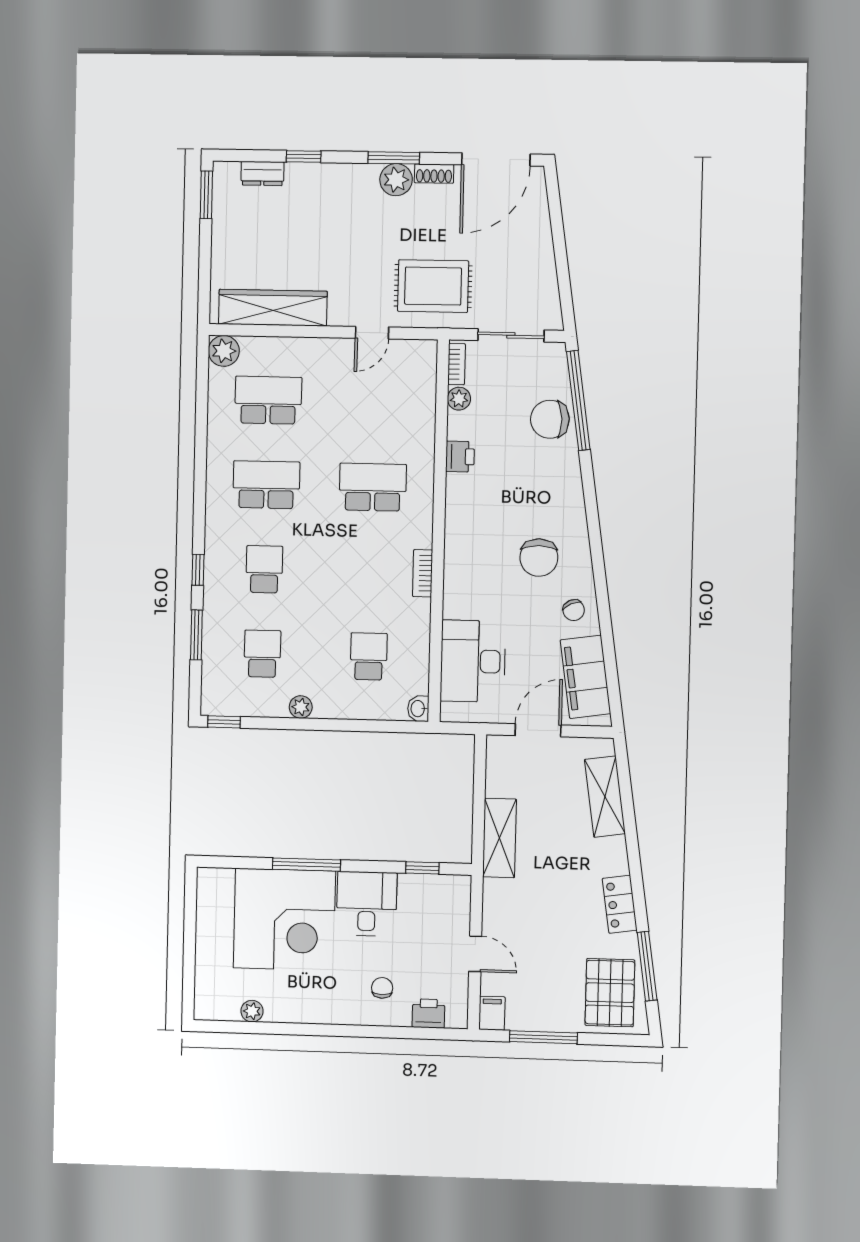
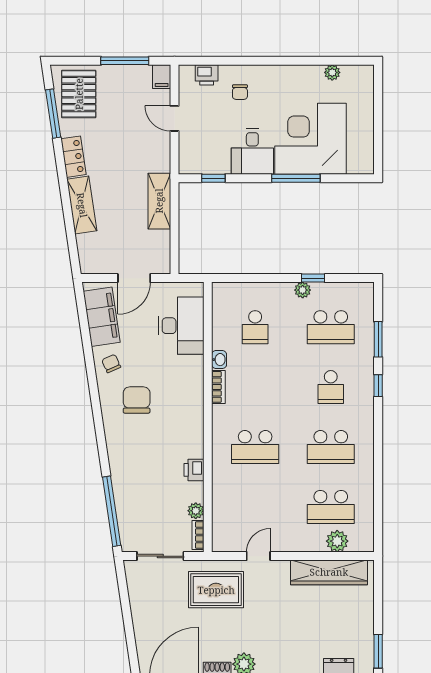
plant: (224, 351) -> (337, 541), moved
chair: (550, 419) -> (131, 498), removed
school desk: (262, 654) -> (331, 327), width x1.85
washbasin: (418, 709) -> (219, 360), moved
window: (224, 722) -> (313, 278), moved
shelving: (605, 797) -> (82, 205), moved

